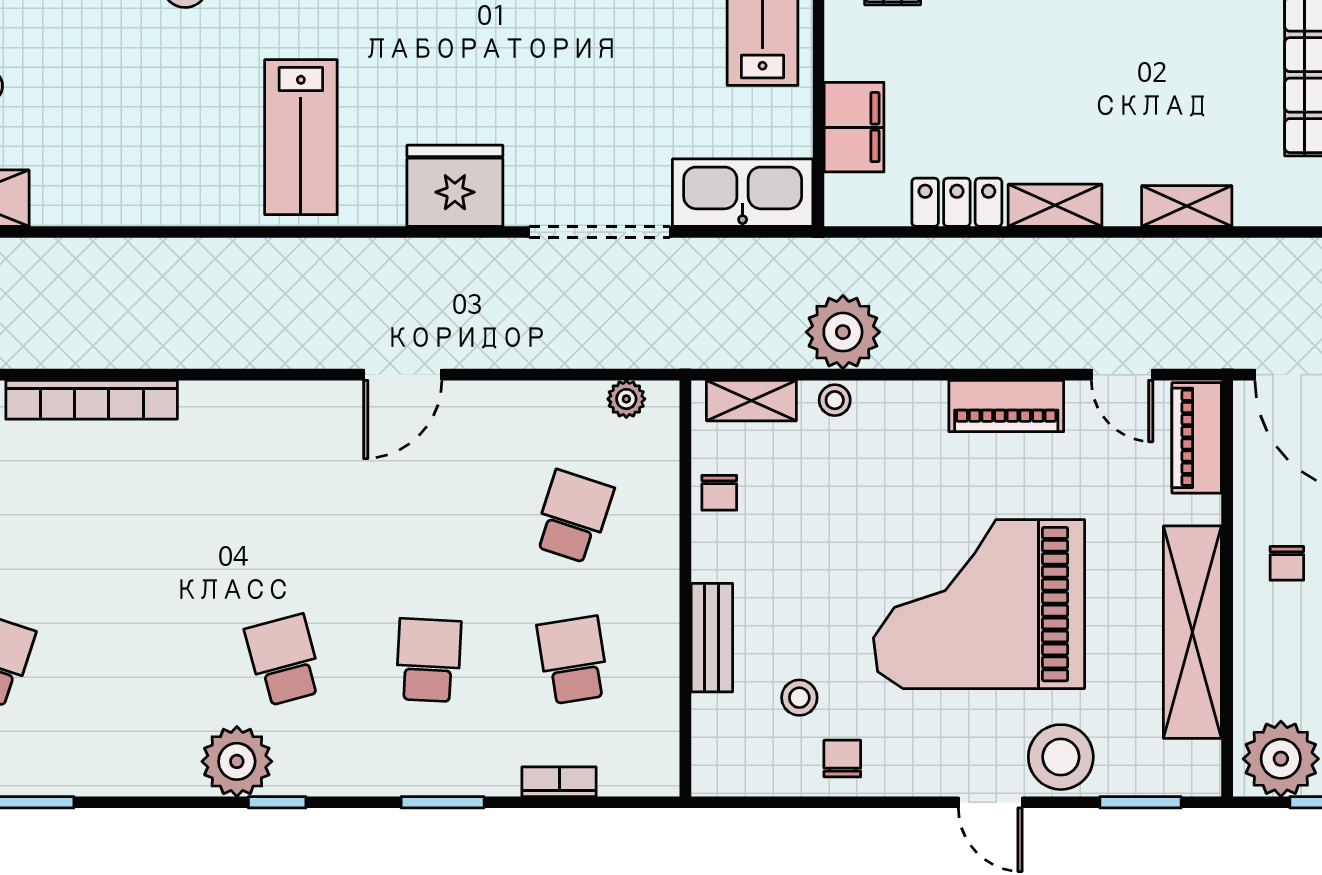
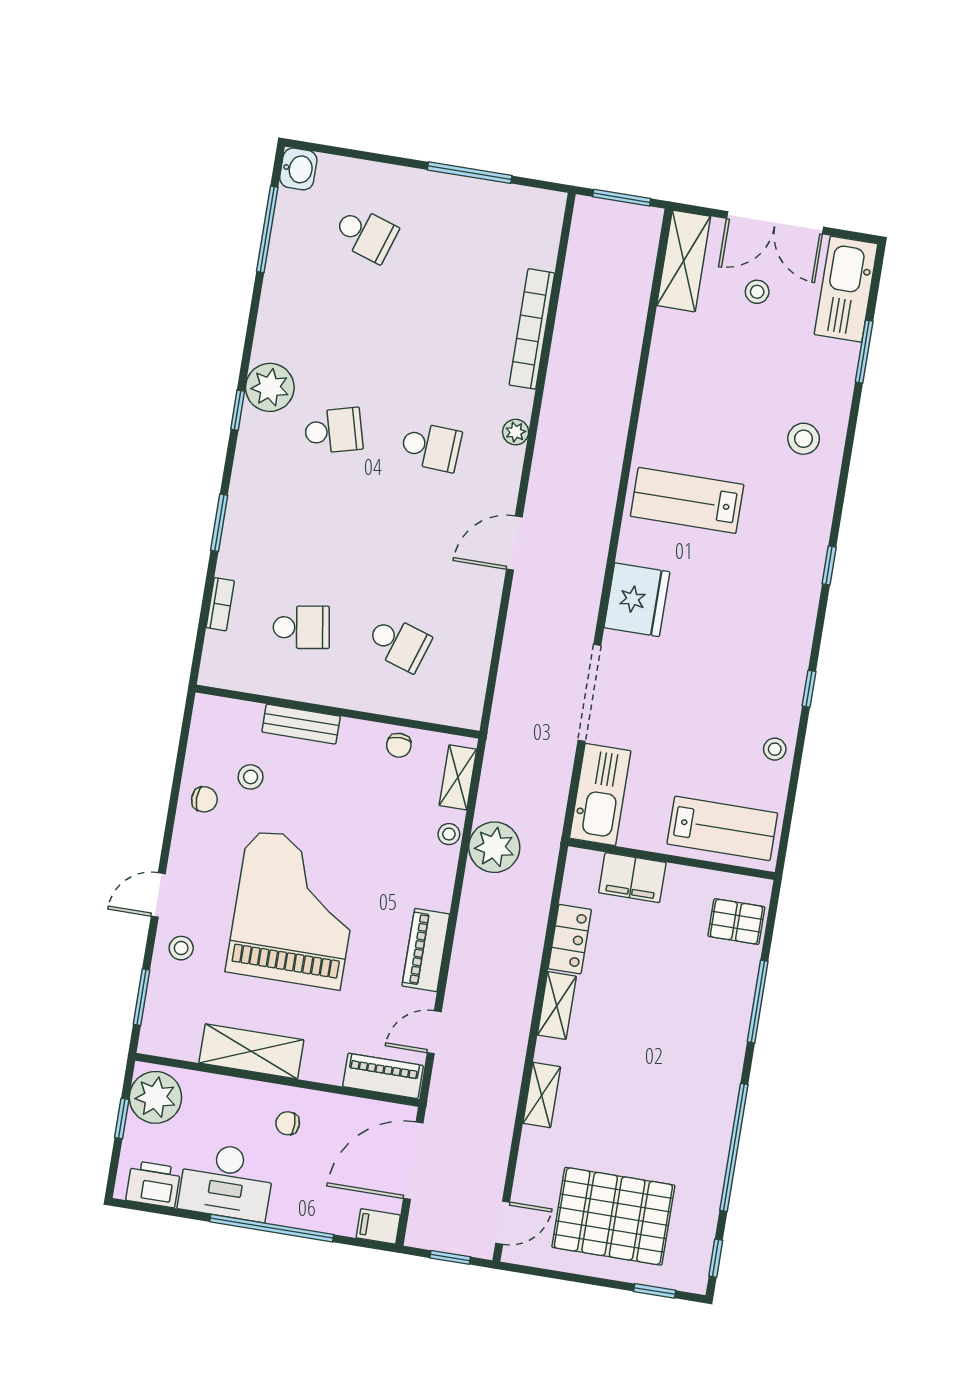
door: (403, 375) -> (514, 543), hinge flipped
plant: (626, 399) -> (516, 432), moved
chair: (719, 493) -> (399, 745), turned -90
shelving: (1192, 632) -> (251, 1051), width x0.68
school desk: (429, 660) -> (431, 447), moved
stool: (1061, 757) -> (181, 948), width x0.53, depth x0.53

